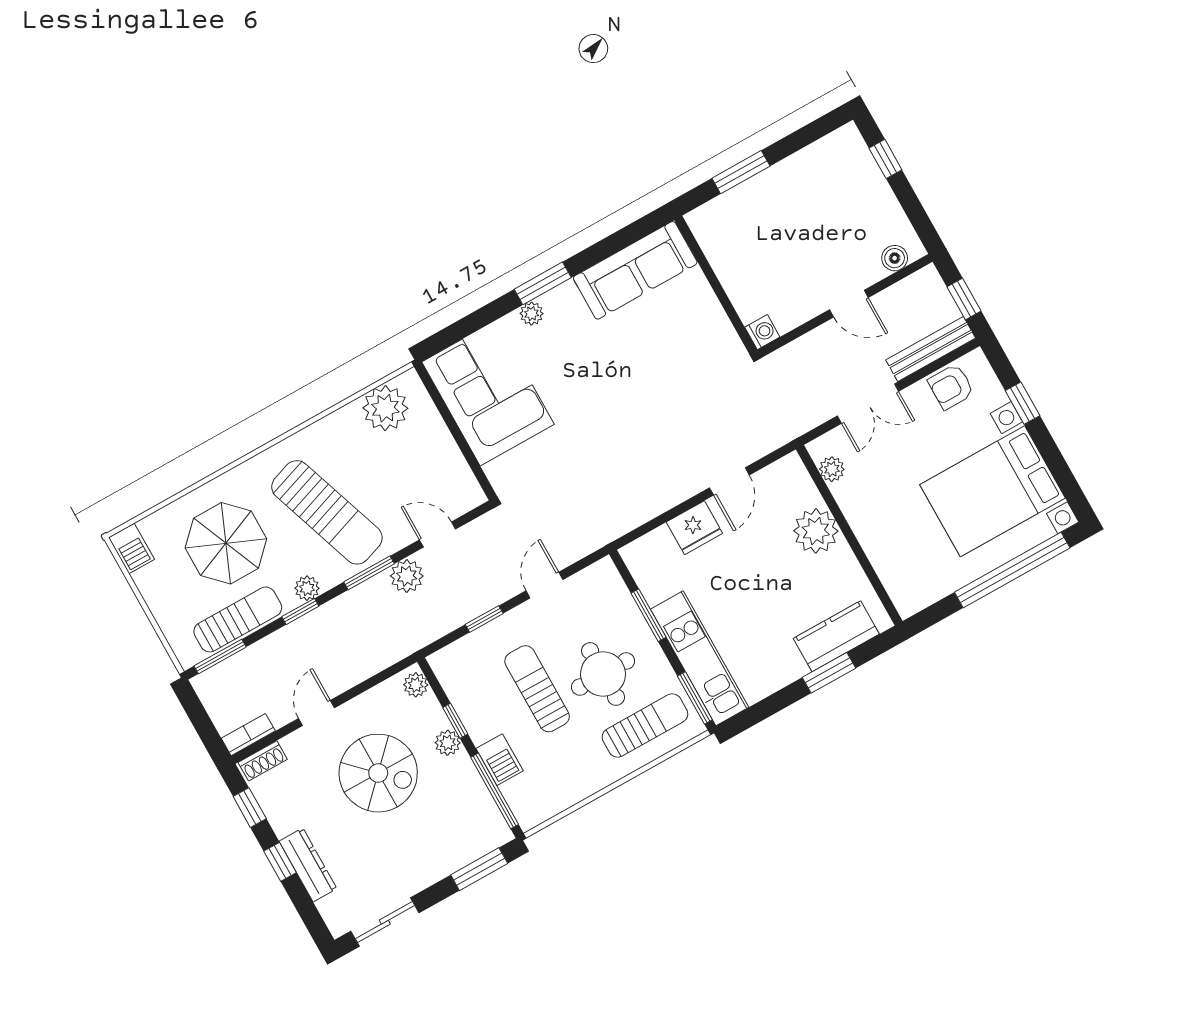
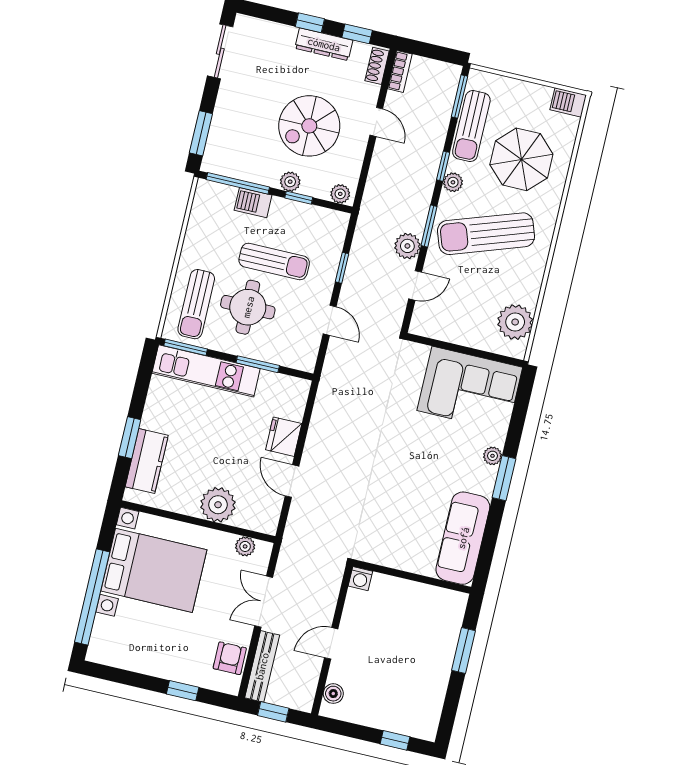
bed with nightstands: (993, 491) -> (154, 570), moved, turned 90
dresser: (308, 865) -> (324, 44), moved

